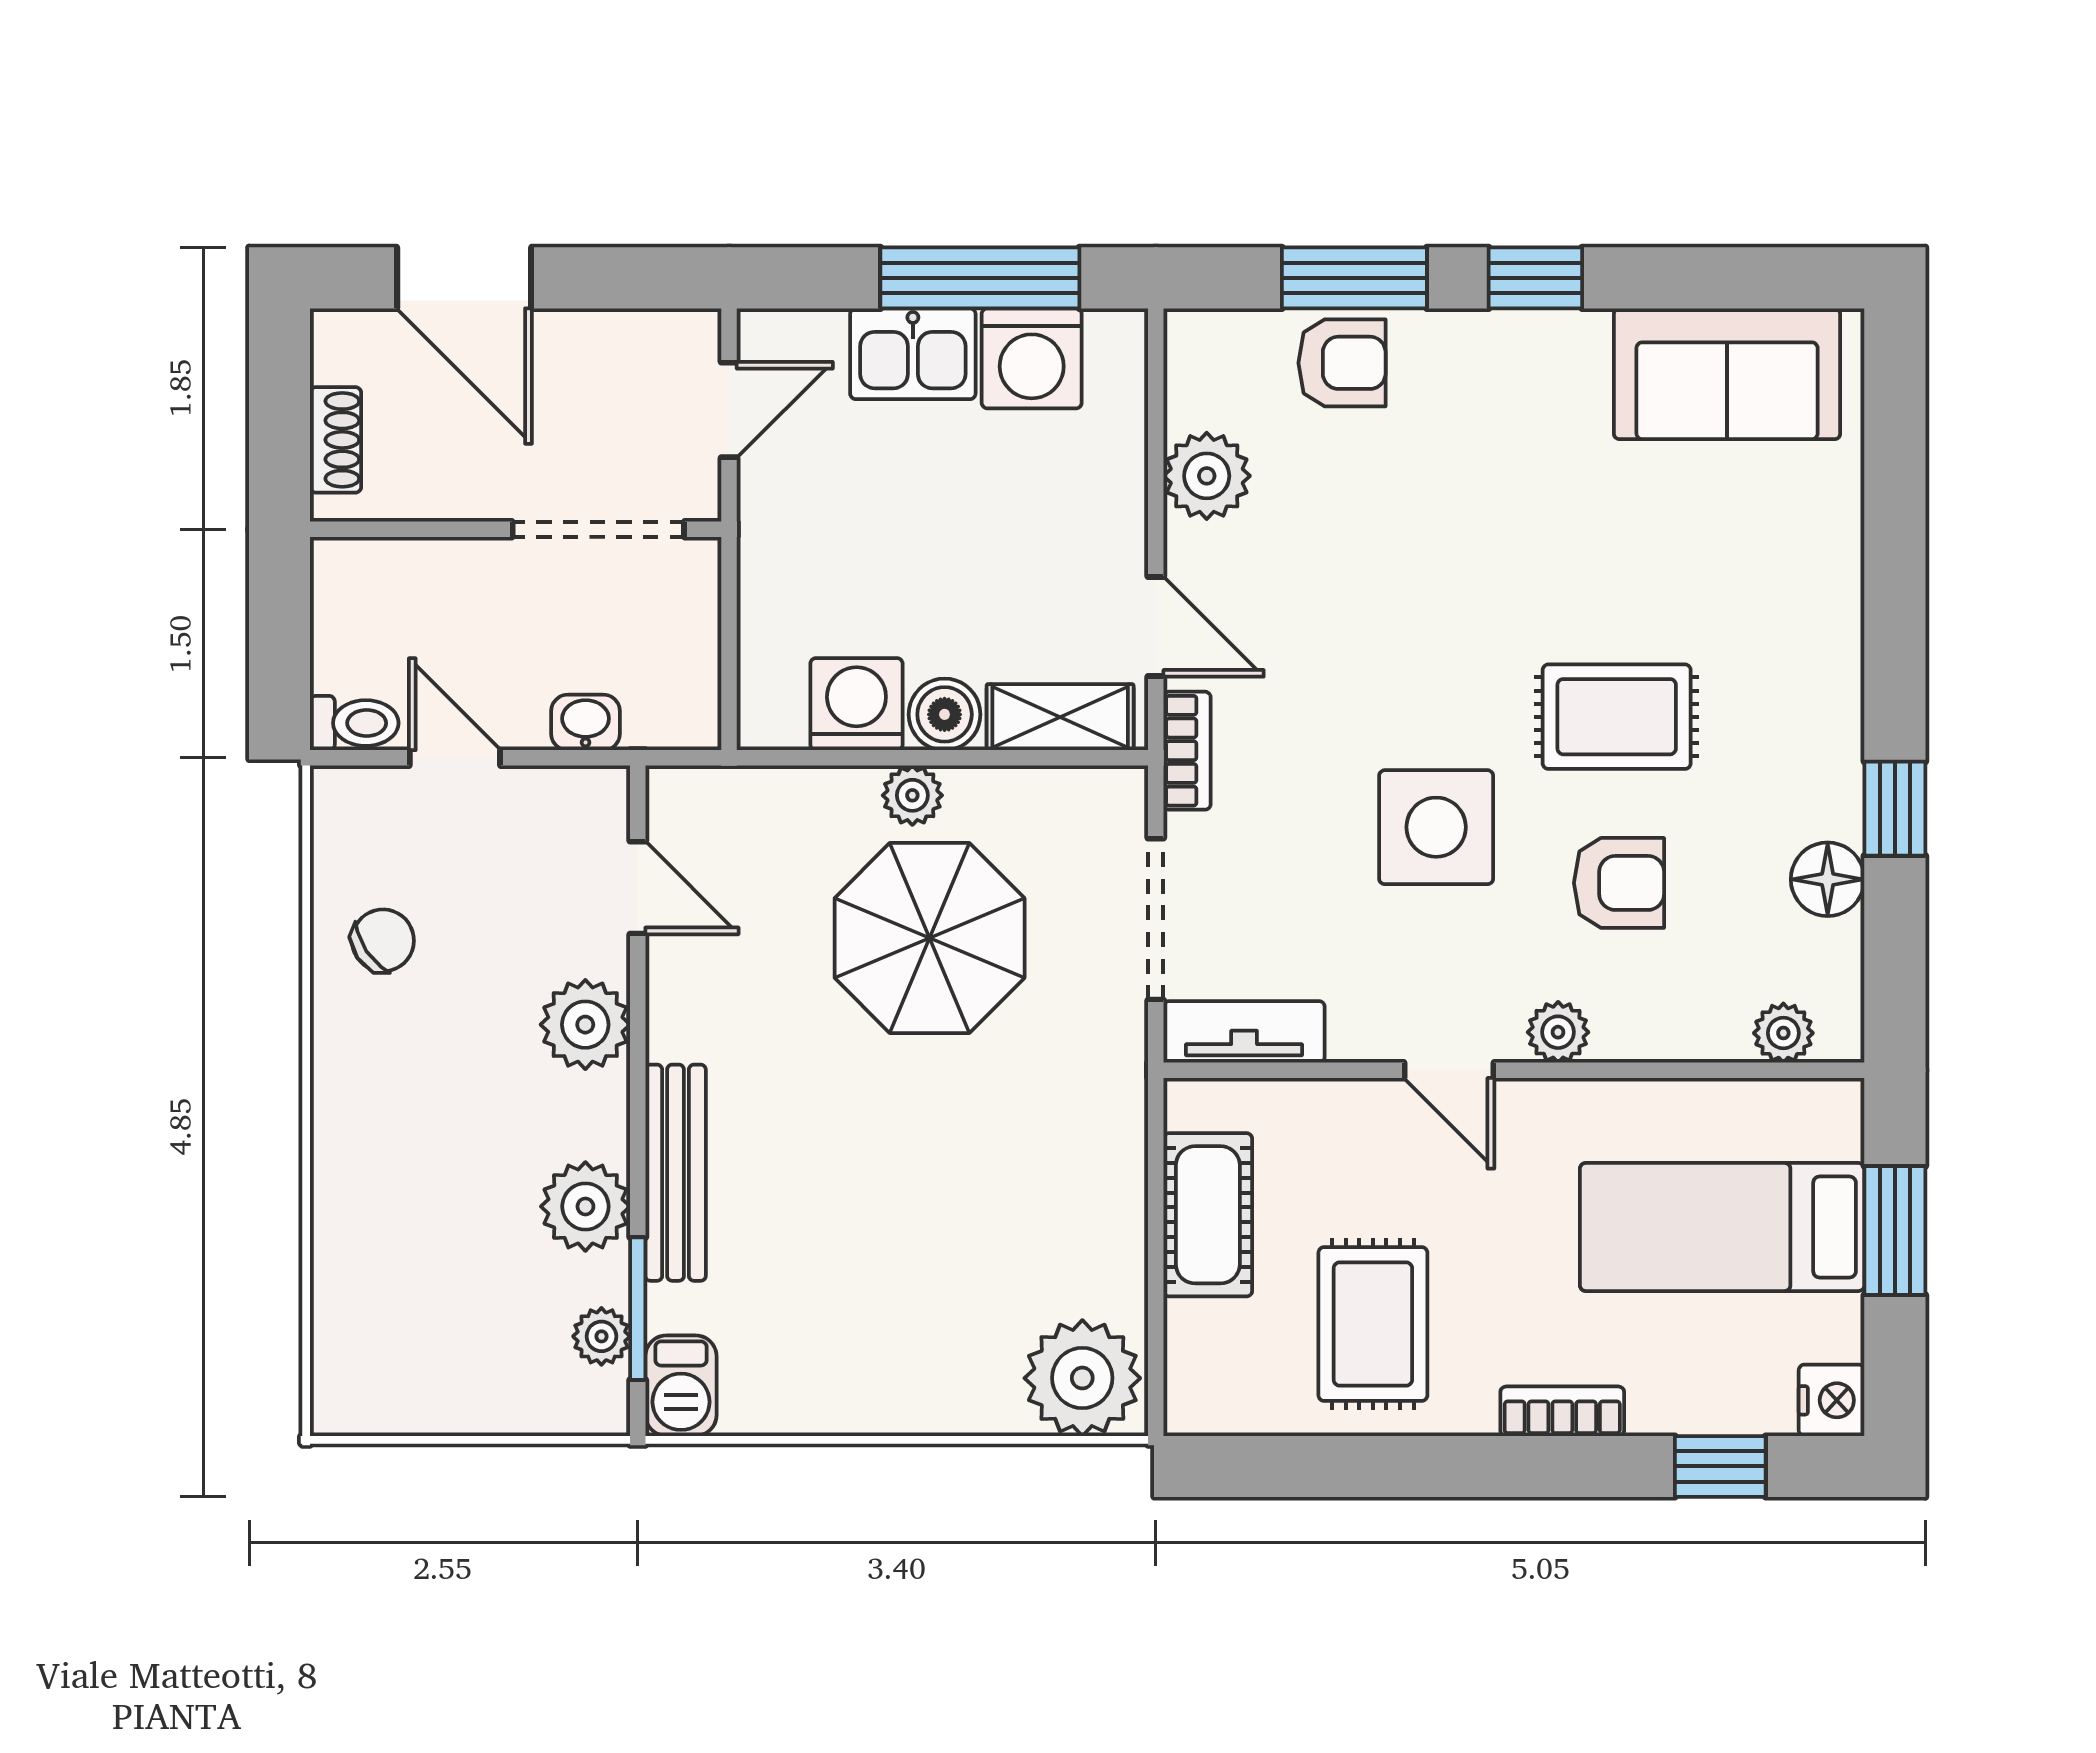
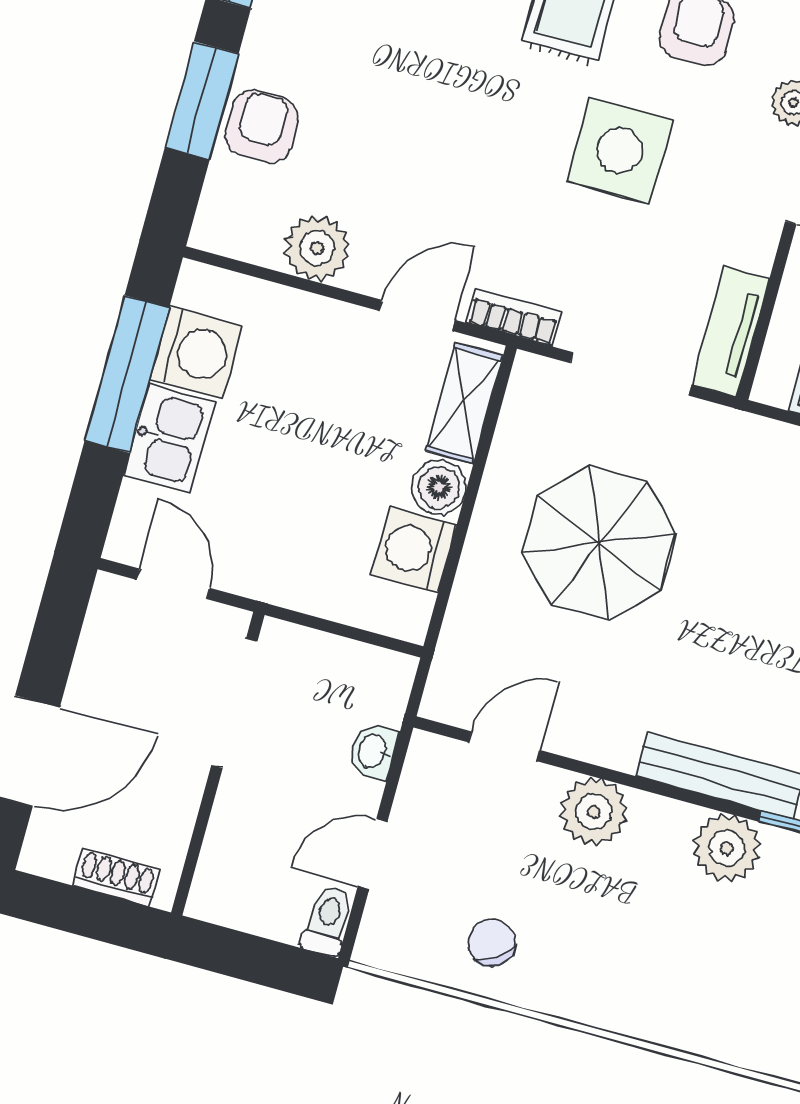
plant: (912, 795) -> (492, 527), removed

